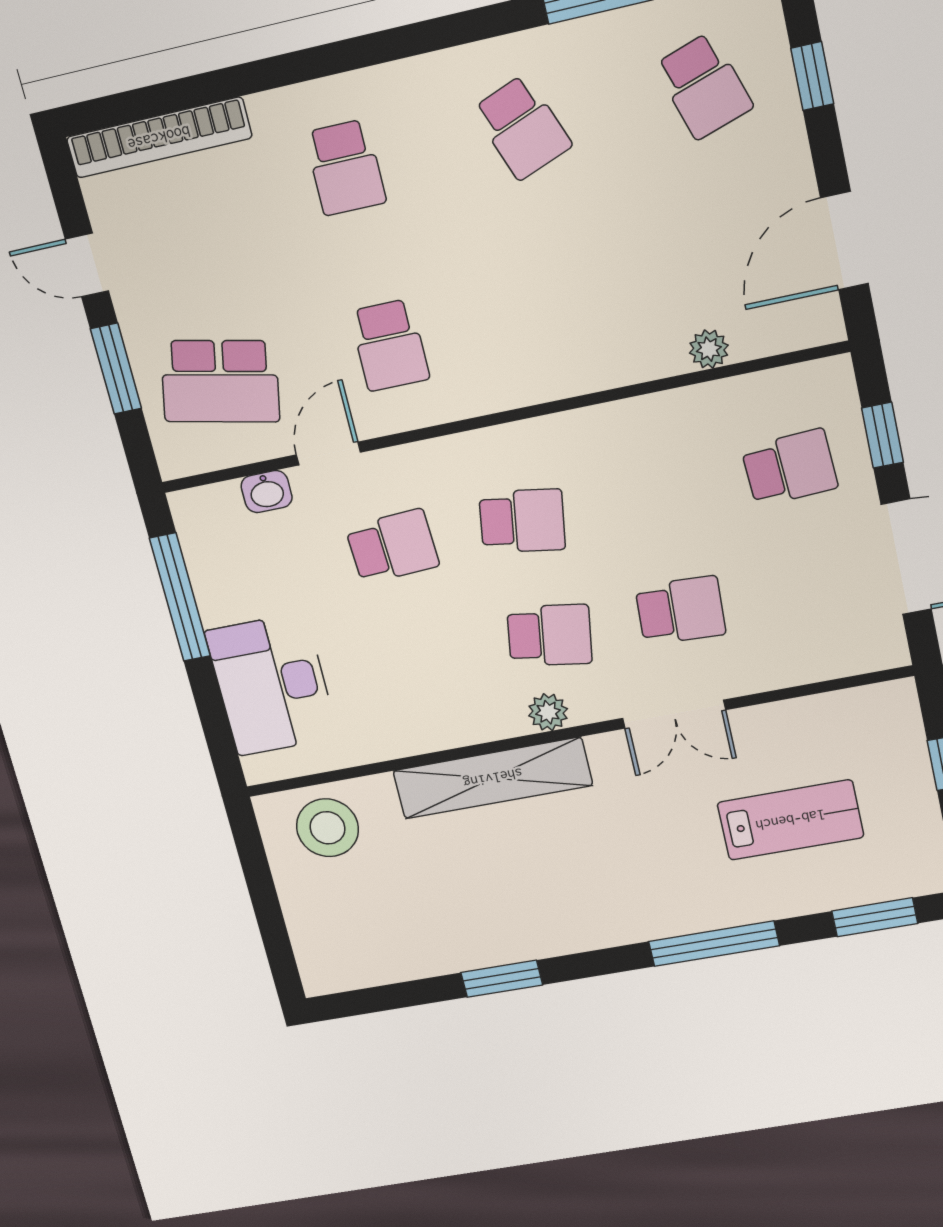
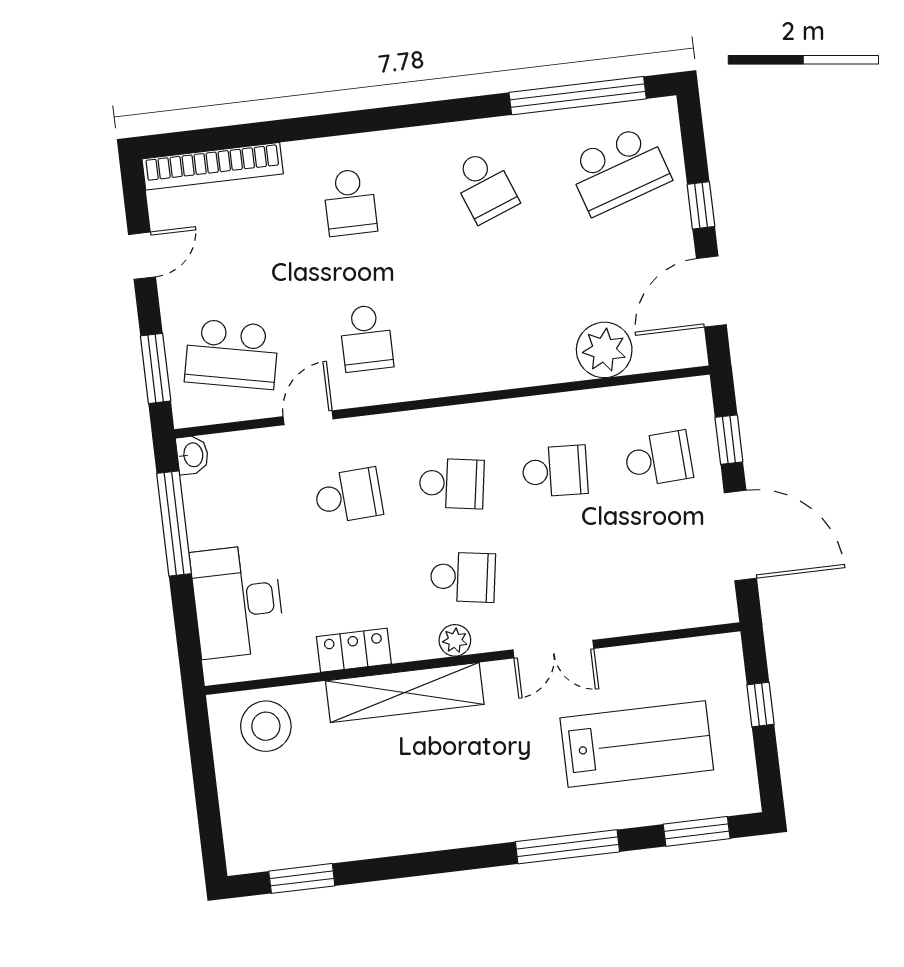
window: (812, 76) -> (701, 205), moved
school desk: (704, 86) -> (619, 170), width x1.85
door: (87, 265) -> (142, 256), swing flipped
plant: (709, 349) -> (604, 350), width x1.88, depth x1.88
window: (116, 369) -> (156, 368), moved
washbasin: (267, 492) -> (192, 455), moved, turned -90
school desk: (680, 610) -> (555, 471), moved
locker: (423, 732) -> (354, 650), added
lab bench: (790, 820) -> (637, 744), width x1.36, depth x1.39
window: (502, 979) -> (302, 878), moved

